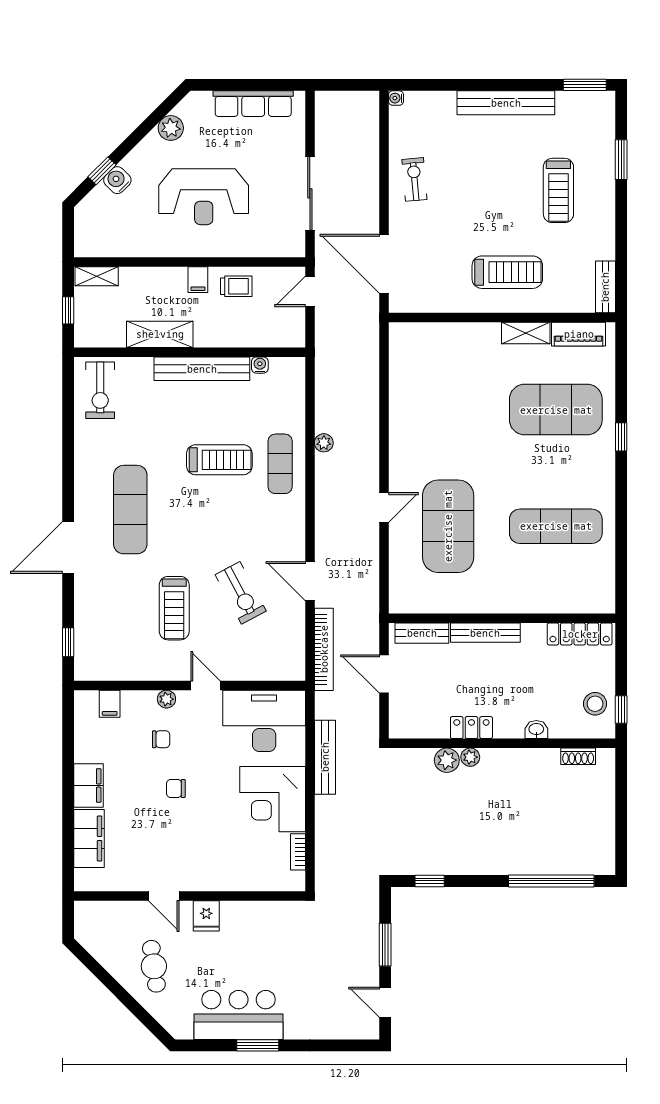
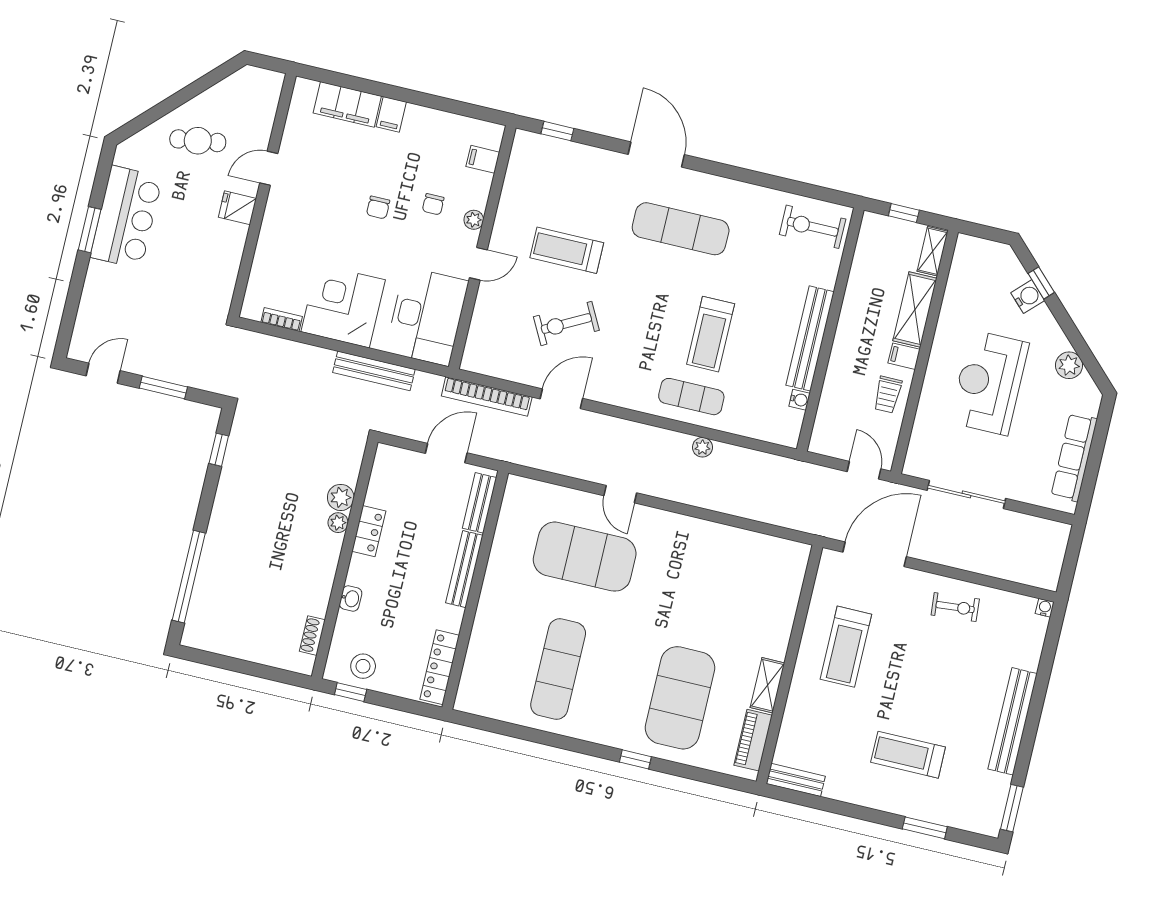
treadmill: (507, 272) -> (846, 647), moved
shelving: (160, 334) -> (915, 309), moved
filing cabinet: (88, 786) -> (391, 114), width x0.50
chair: (176, 788) -> (378, 207), turned 180

